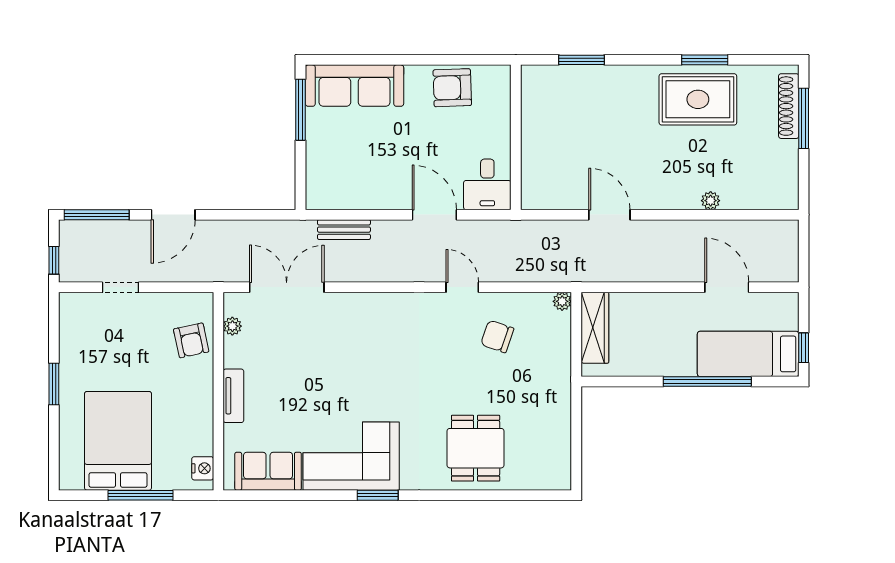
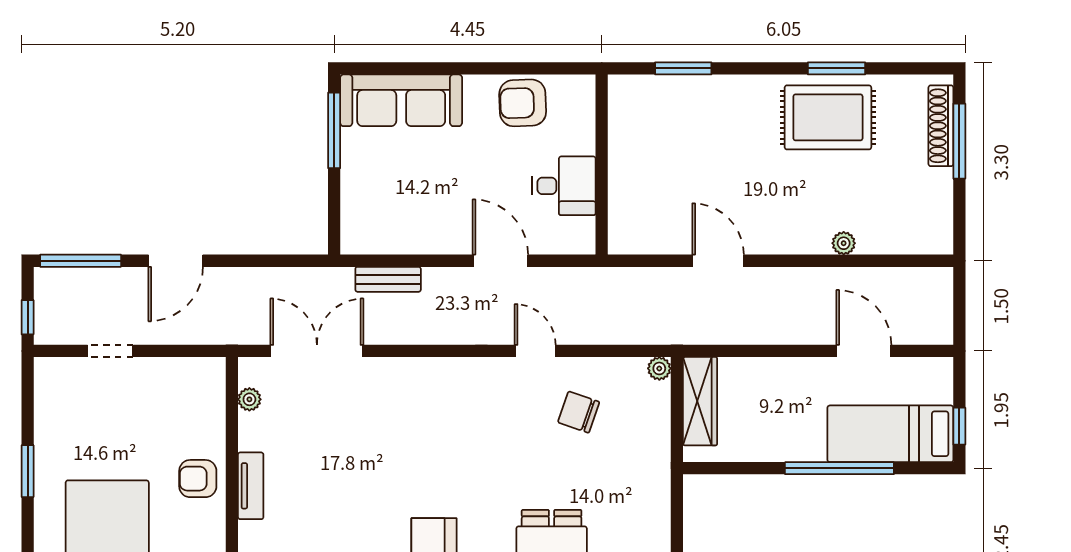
desk: (487, 184) -> (564, 186), moved, turned -90
armchair: (191, 340) -> (198, 479), moved, turned 102

